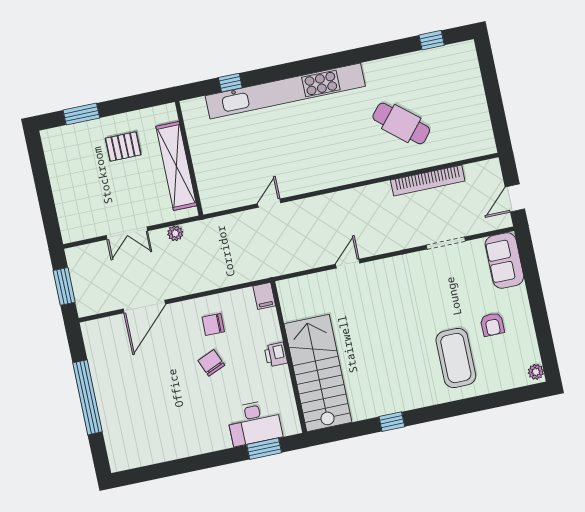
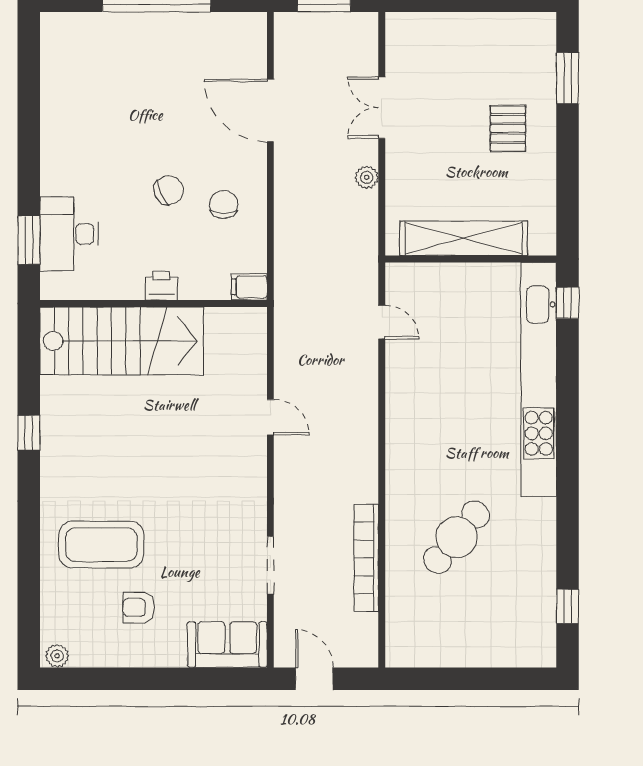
wall: (189, 158) -> (471, 259), moved
shelving: (176, 166) -> (464, 238), moved

